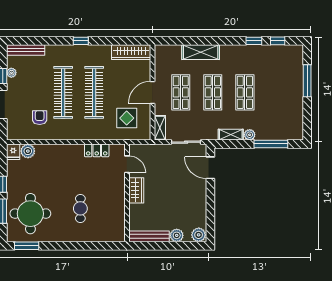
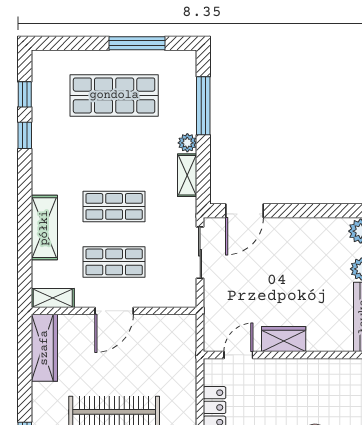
window: (307, 81) -> (137, 43), moved
door: (152, 92) -> (114, 311), hinge flipped
shop shelf: (245, 92) -> (114, 95), moved, width x1.43, depth x1.36
display table: (127, 118) -> (158, 355), removed
shelving: (160, 128) -> (53, 298), moved

